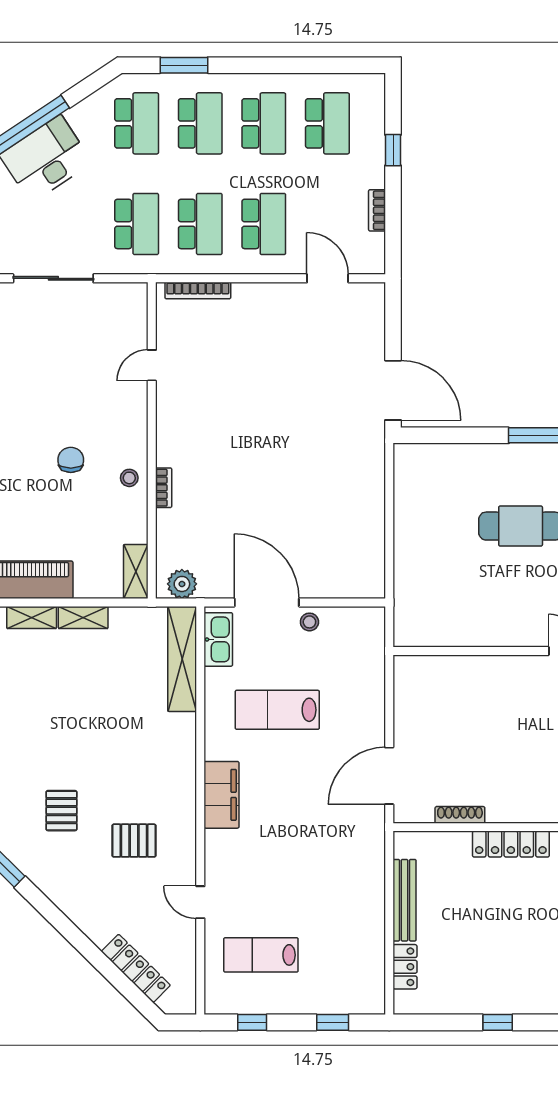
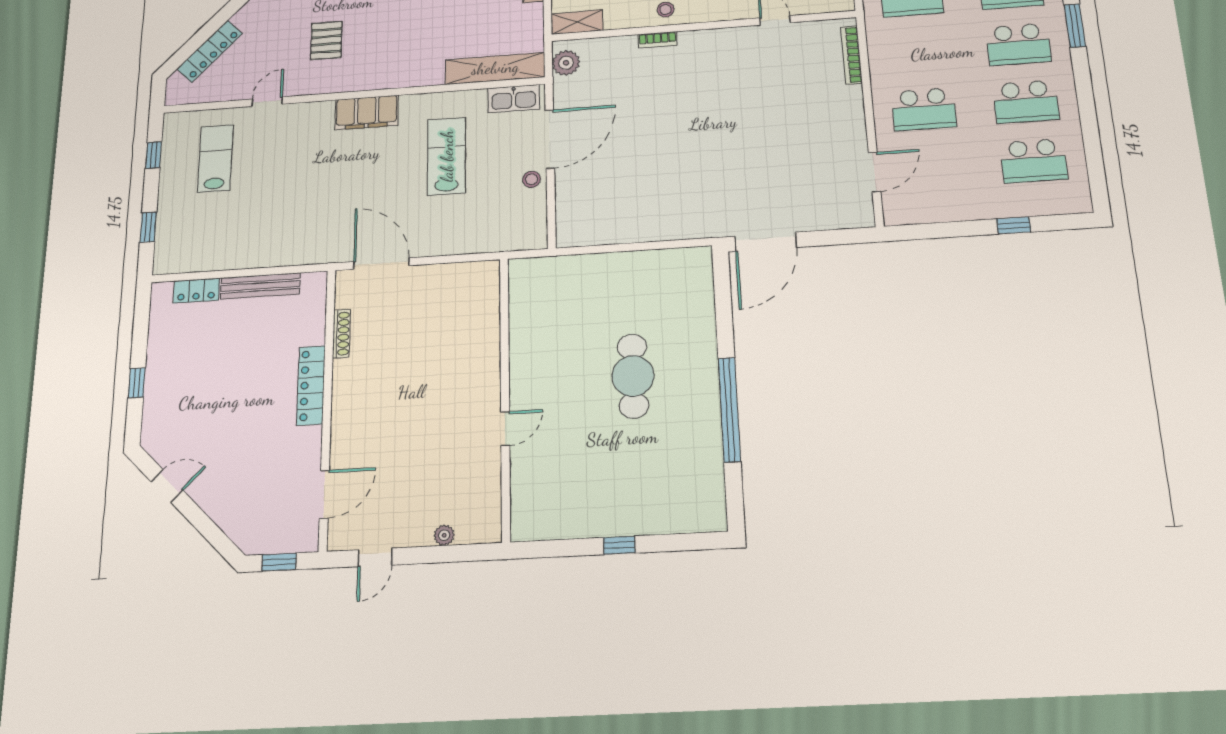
bookcase: (377, 210) -> (949, 214), removed
school desk: (200, 224) -> (918, 52), removed

